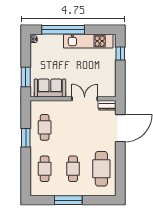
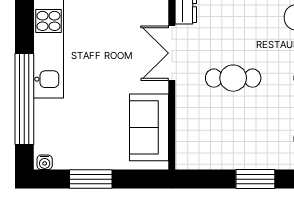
window: (26, 77) -> (91, 179), moved
cafe table: (45, 127) -> (233, 78), moved

